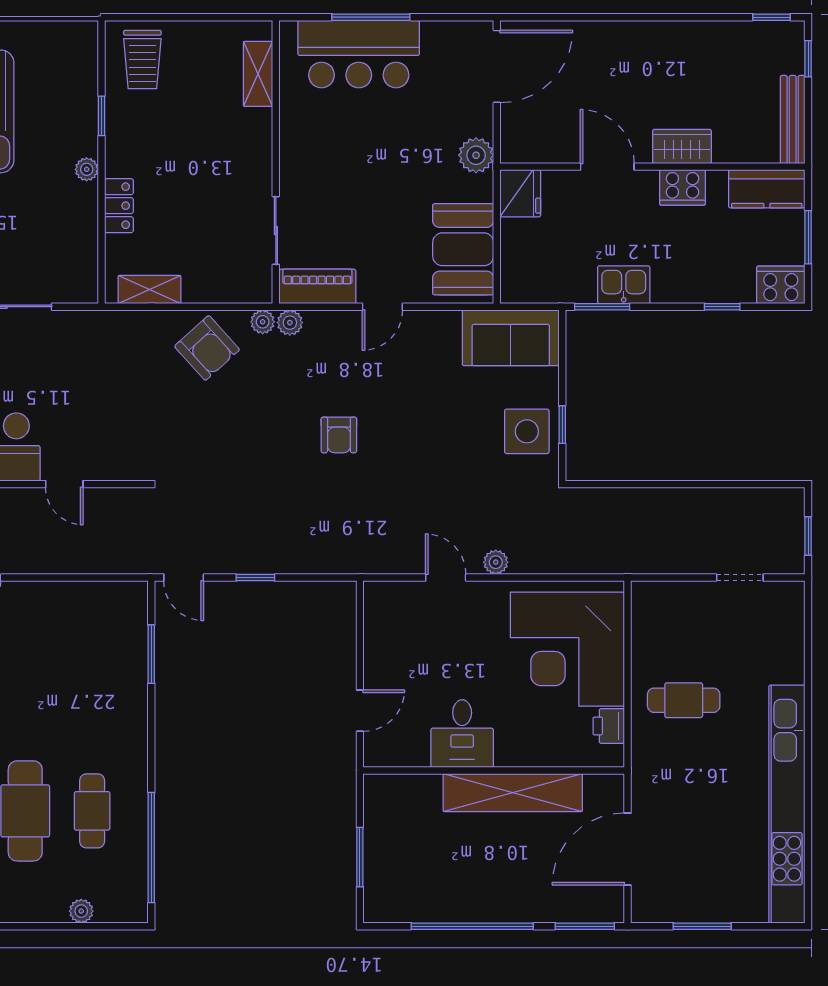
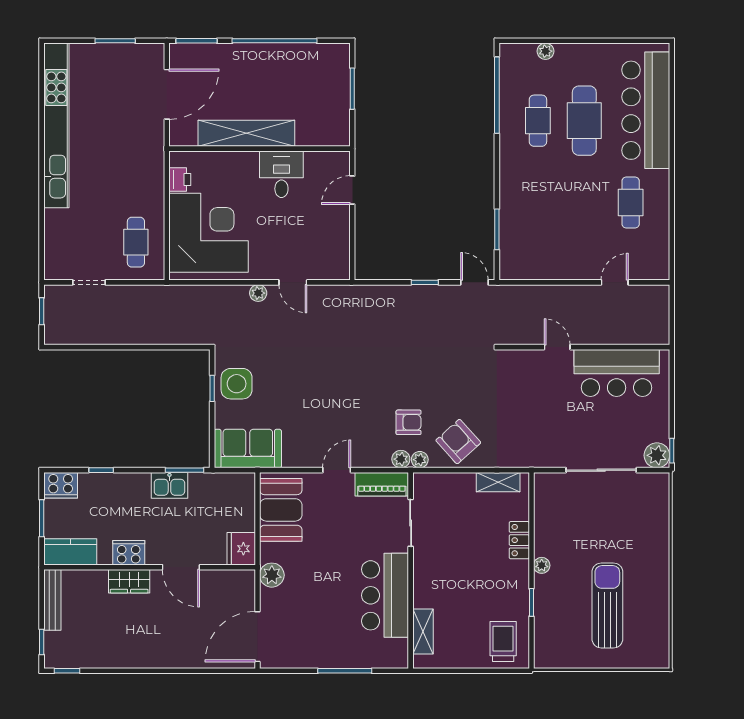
bar counter: (359, 54) -> (385, 595), moved, turned -90
armchair: (339, 435) -> (409, 422), moved, turned 90
cafe table: (684, 700) -> (136, 242), moved, turned 90

